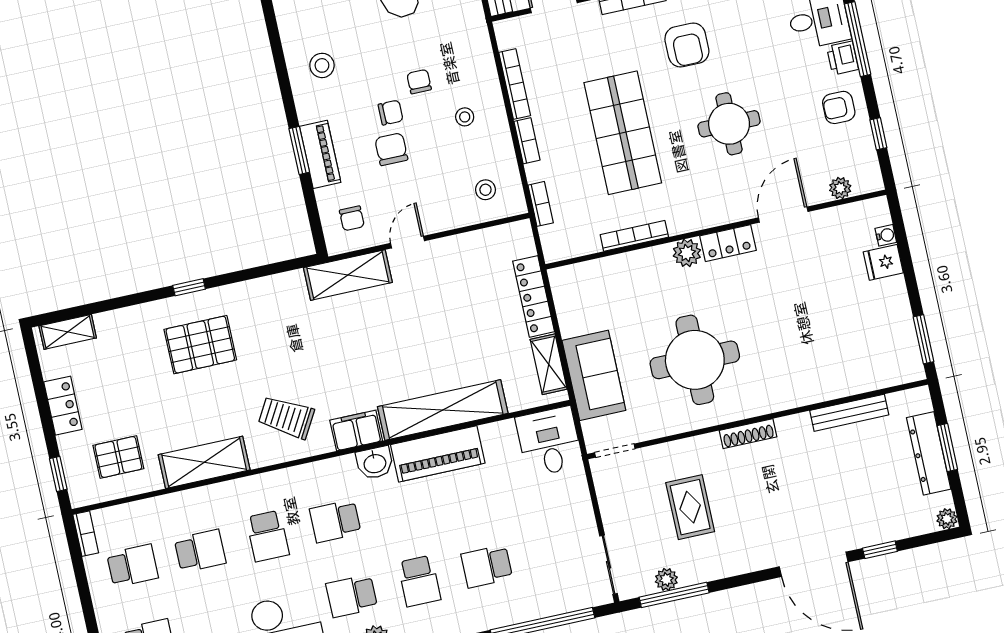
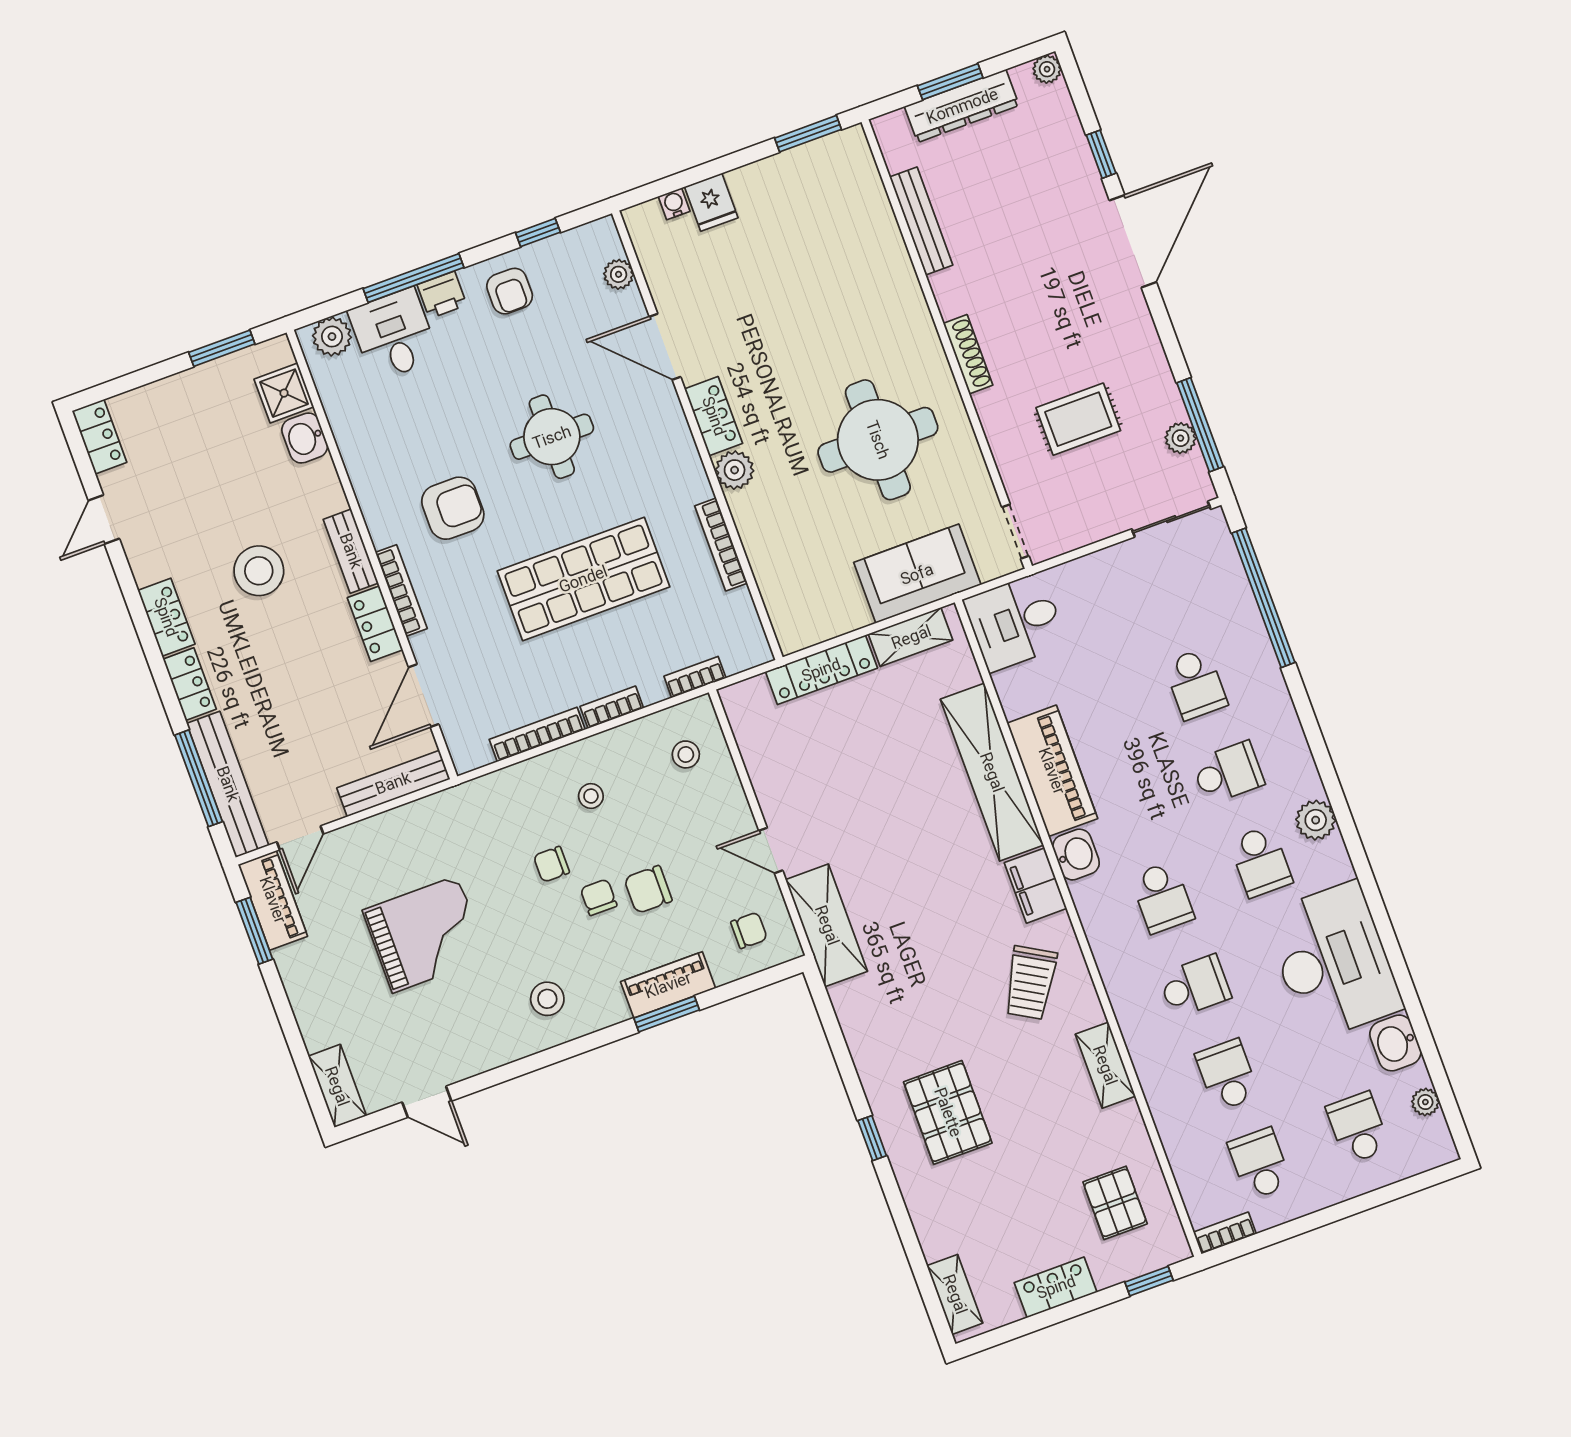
shelving: (204, 462) -> (1105, 1065), width x0.67, depth x0.75

